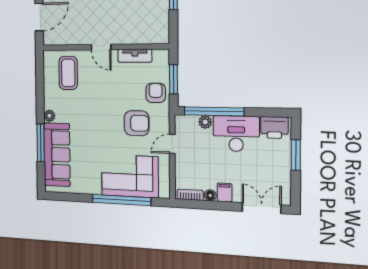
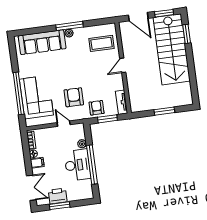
tv unit: (135, 56) -> (121, 102), moved
armchair: (156, 93) -> (97, 108), turned -90
window: (214, 111) -> (92, 165), moved
armchair: (137, 123) -> (74, 97), turned 180
printer: (274, 128) -> (58, 196), moved, turned 90
window: (41, 143) -> (69, 26), moved
window: (296, 155) -> (60, 206), moved

